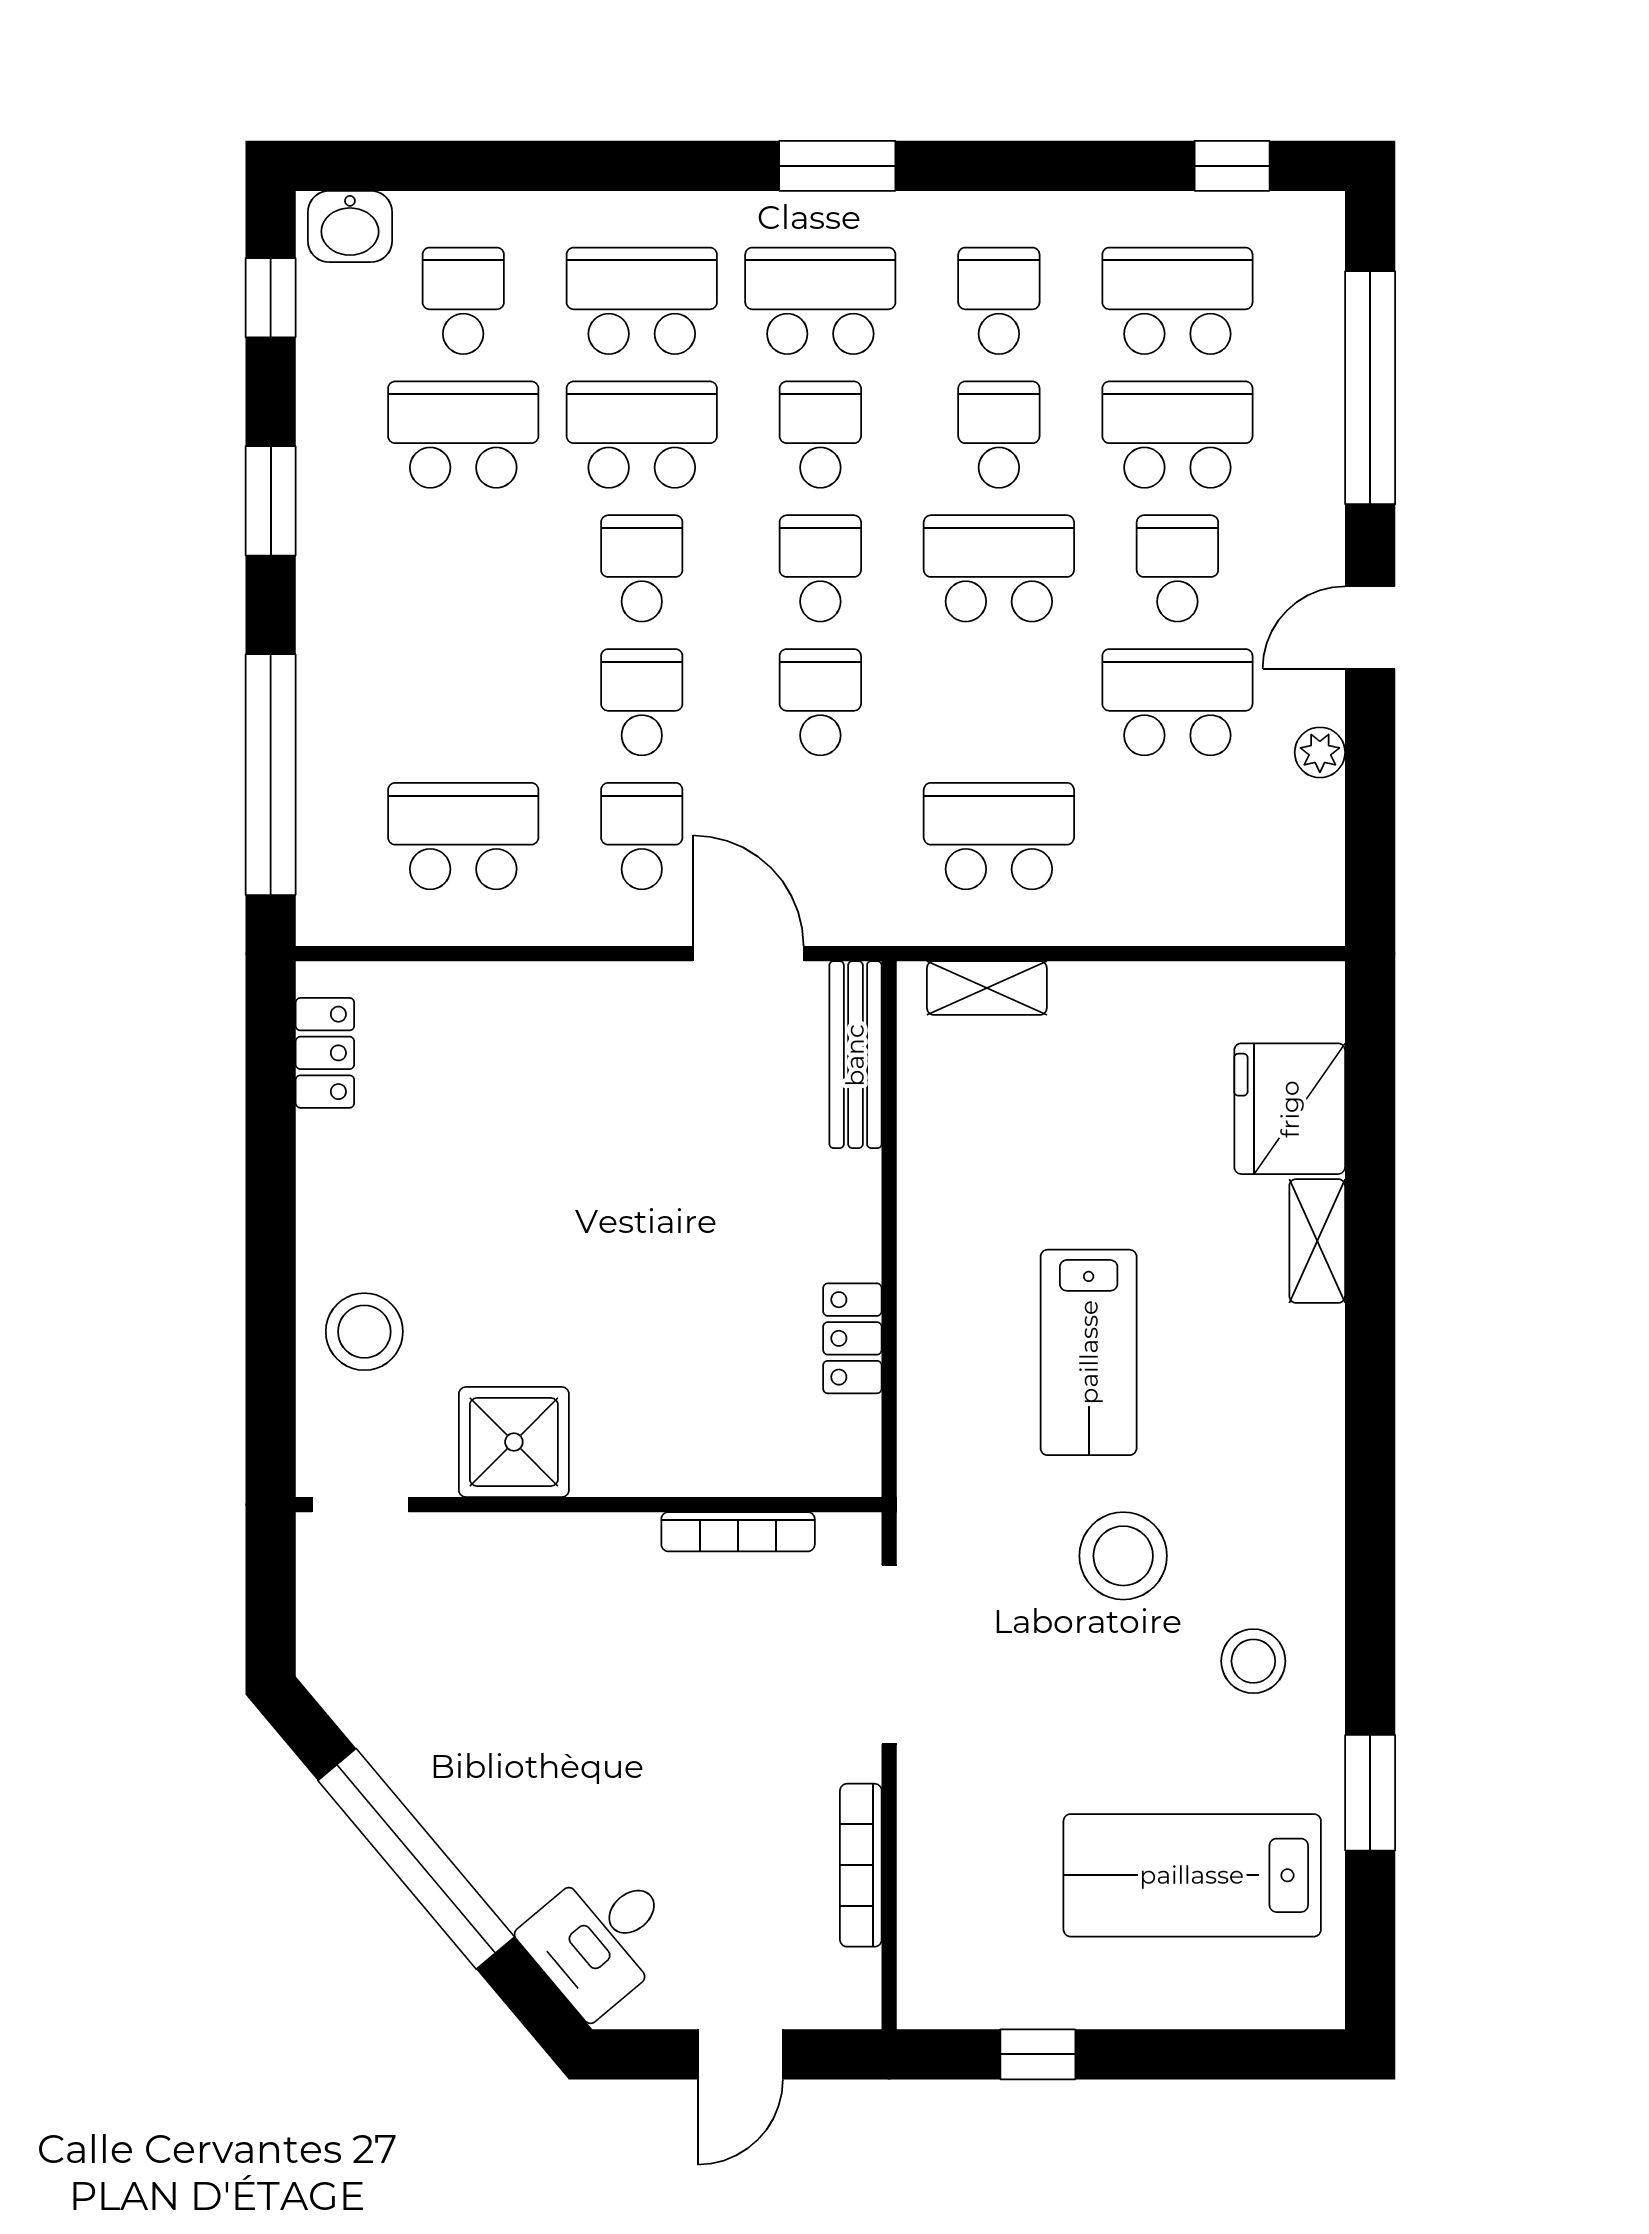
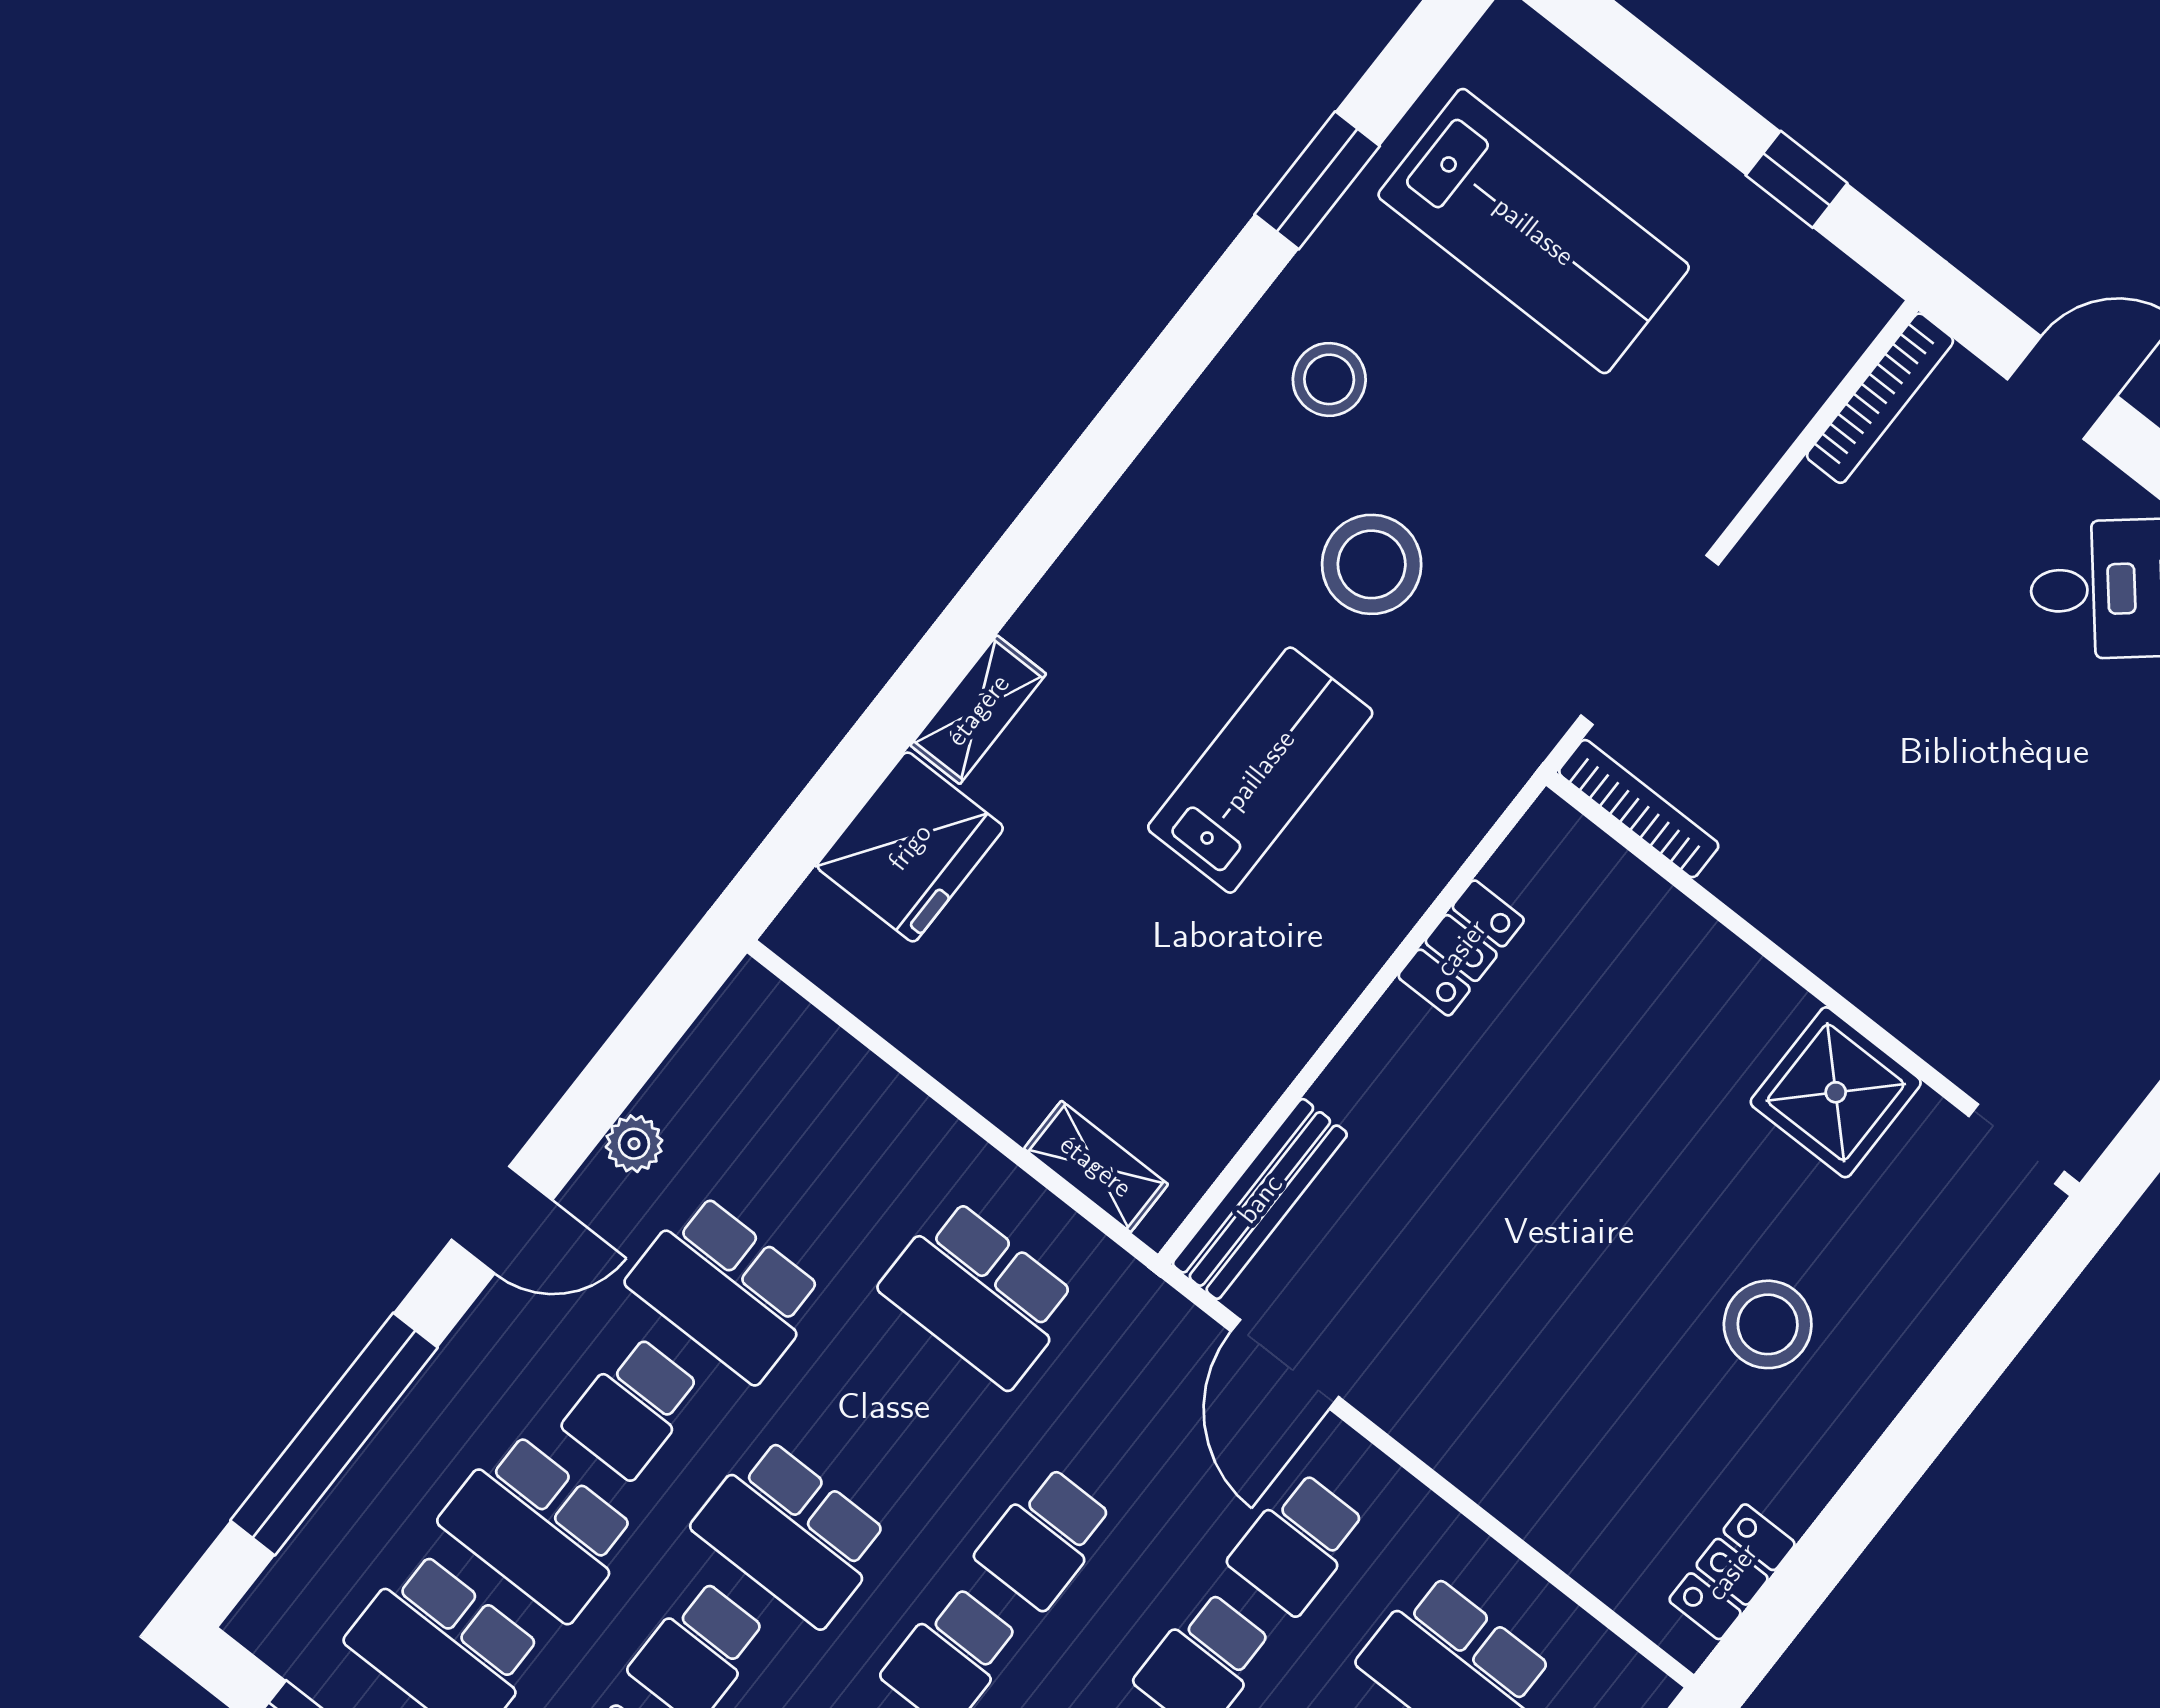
stool: (364, 1332) -> (1768, 1324), moved
bookcase: (738, 1532) -> (1639, 809), moved
bookcase: (861, 1865) -> (1880, 398), moved

